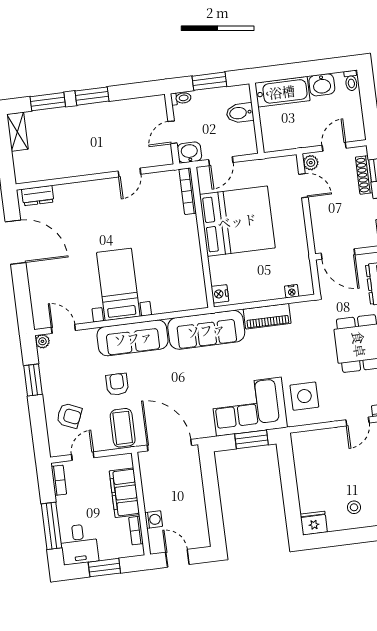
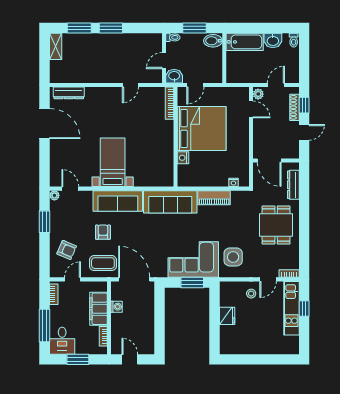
bidet: (240, 113) -> (213, 41), moved
dresser: (38, 196) -> (69, 93), width x1.44
nightstand: (220, 294) -> (183, 158), moved
coffee table: (123, 428) -> (103, 263), turned 90
stool: (354, 507) -> (251, 294), moved
washing machine: (154, 519) -> (117, 307), moved
fridge: (314, 523) -> (227, 316), moved, turned 90

